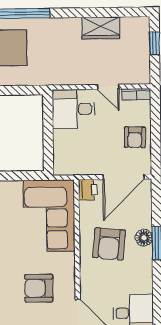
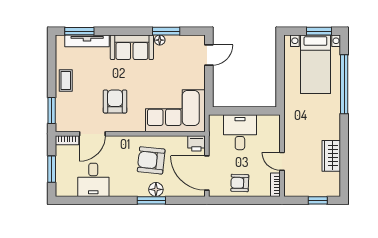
door: (108, 87) -> (282, 161), hinge flipped
desk: (73, 109) -> (240, 132), moved

